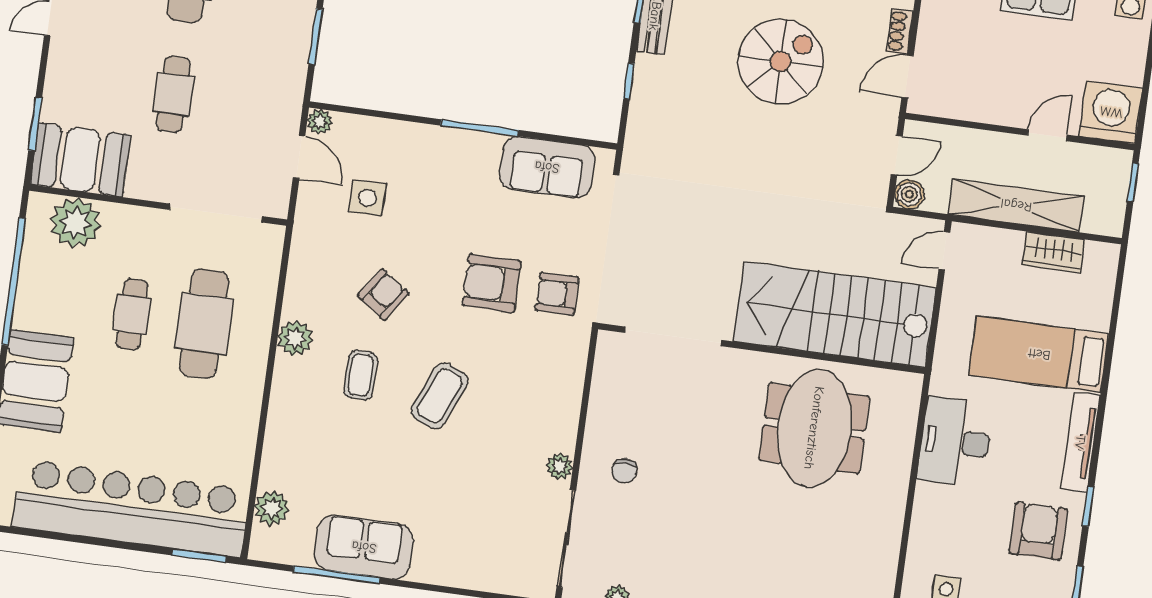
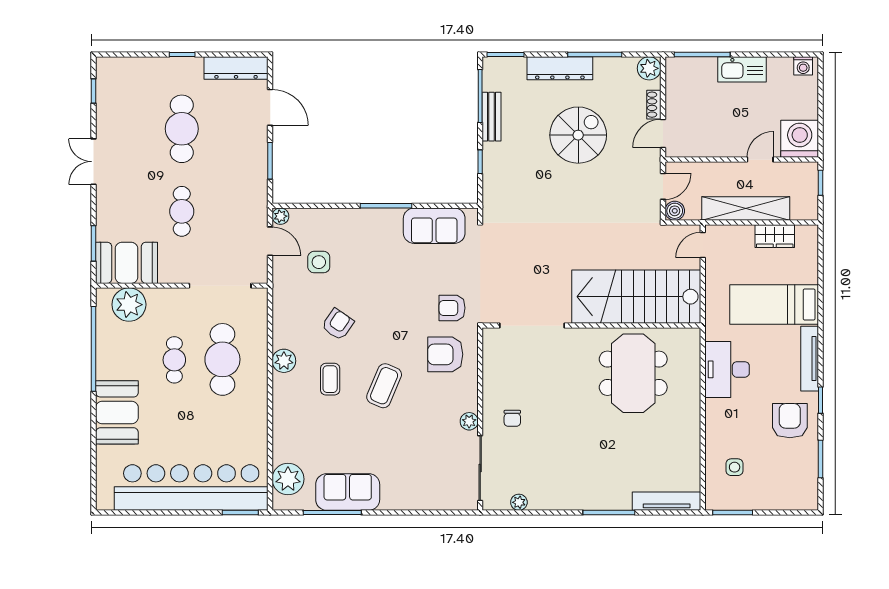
armchair: (492, 283) -> (445, 354), moved
plant: (272, 508) -> (288, 479), width x1.36, depth x1.36

